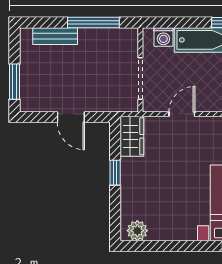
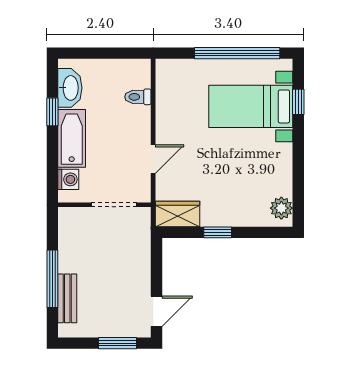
window: (93, 22) -> (52, 279), moved
door: (182, 114) -> (153, 159), swing flipped
door: (71, 117) -> (157, 311), moved

